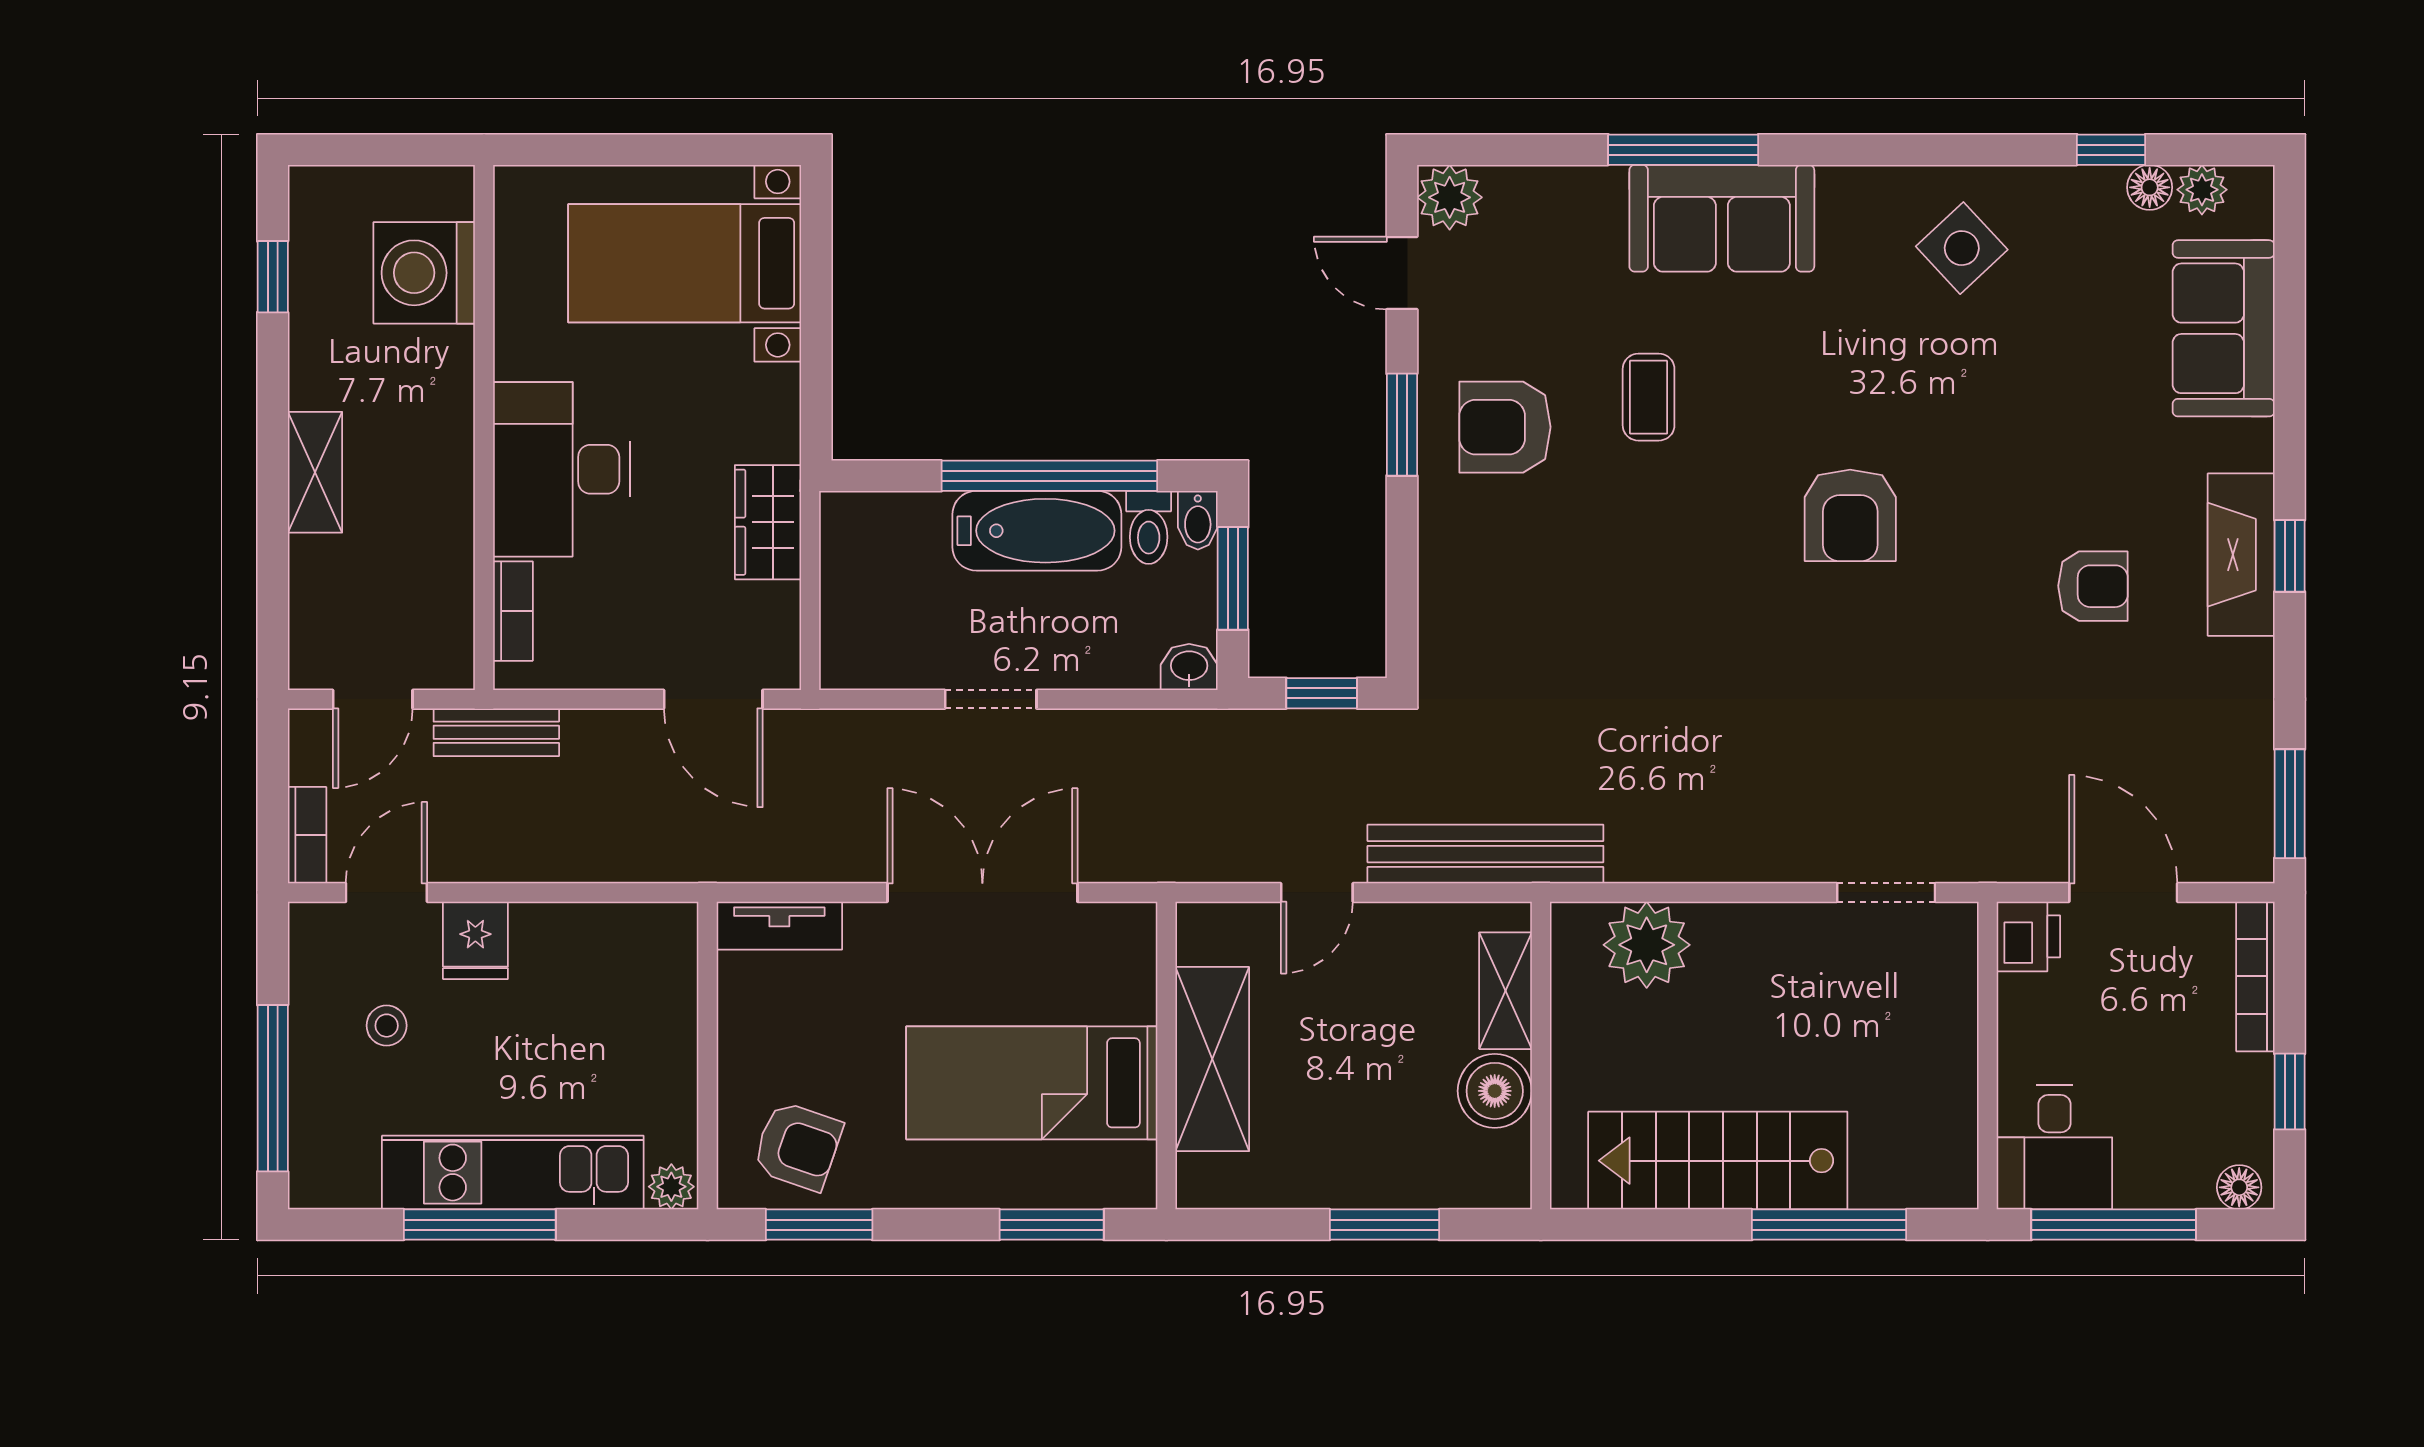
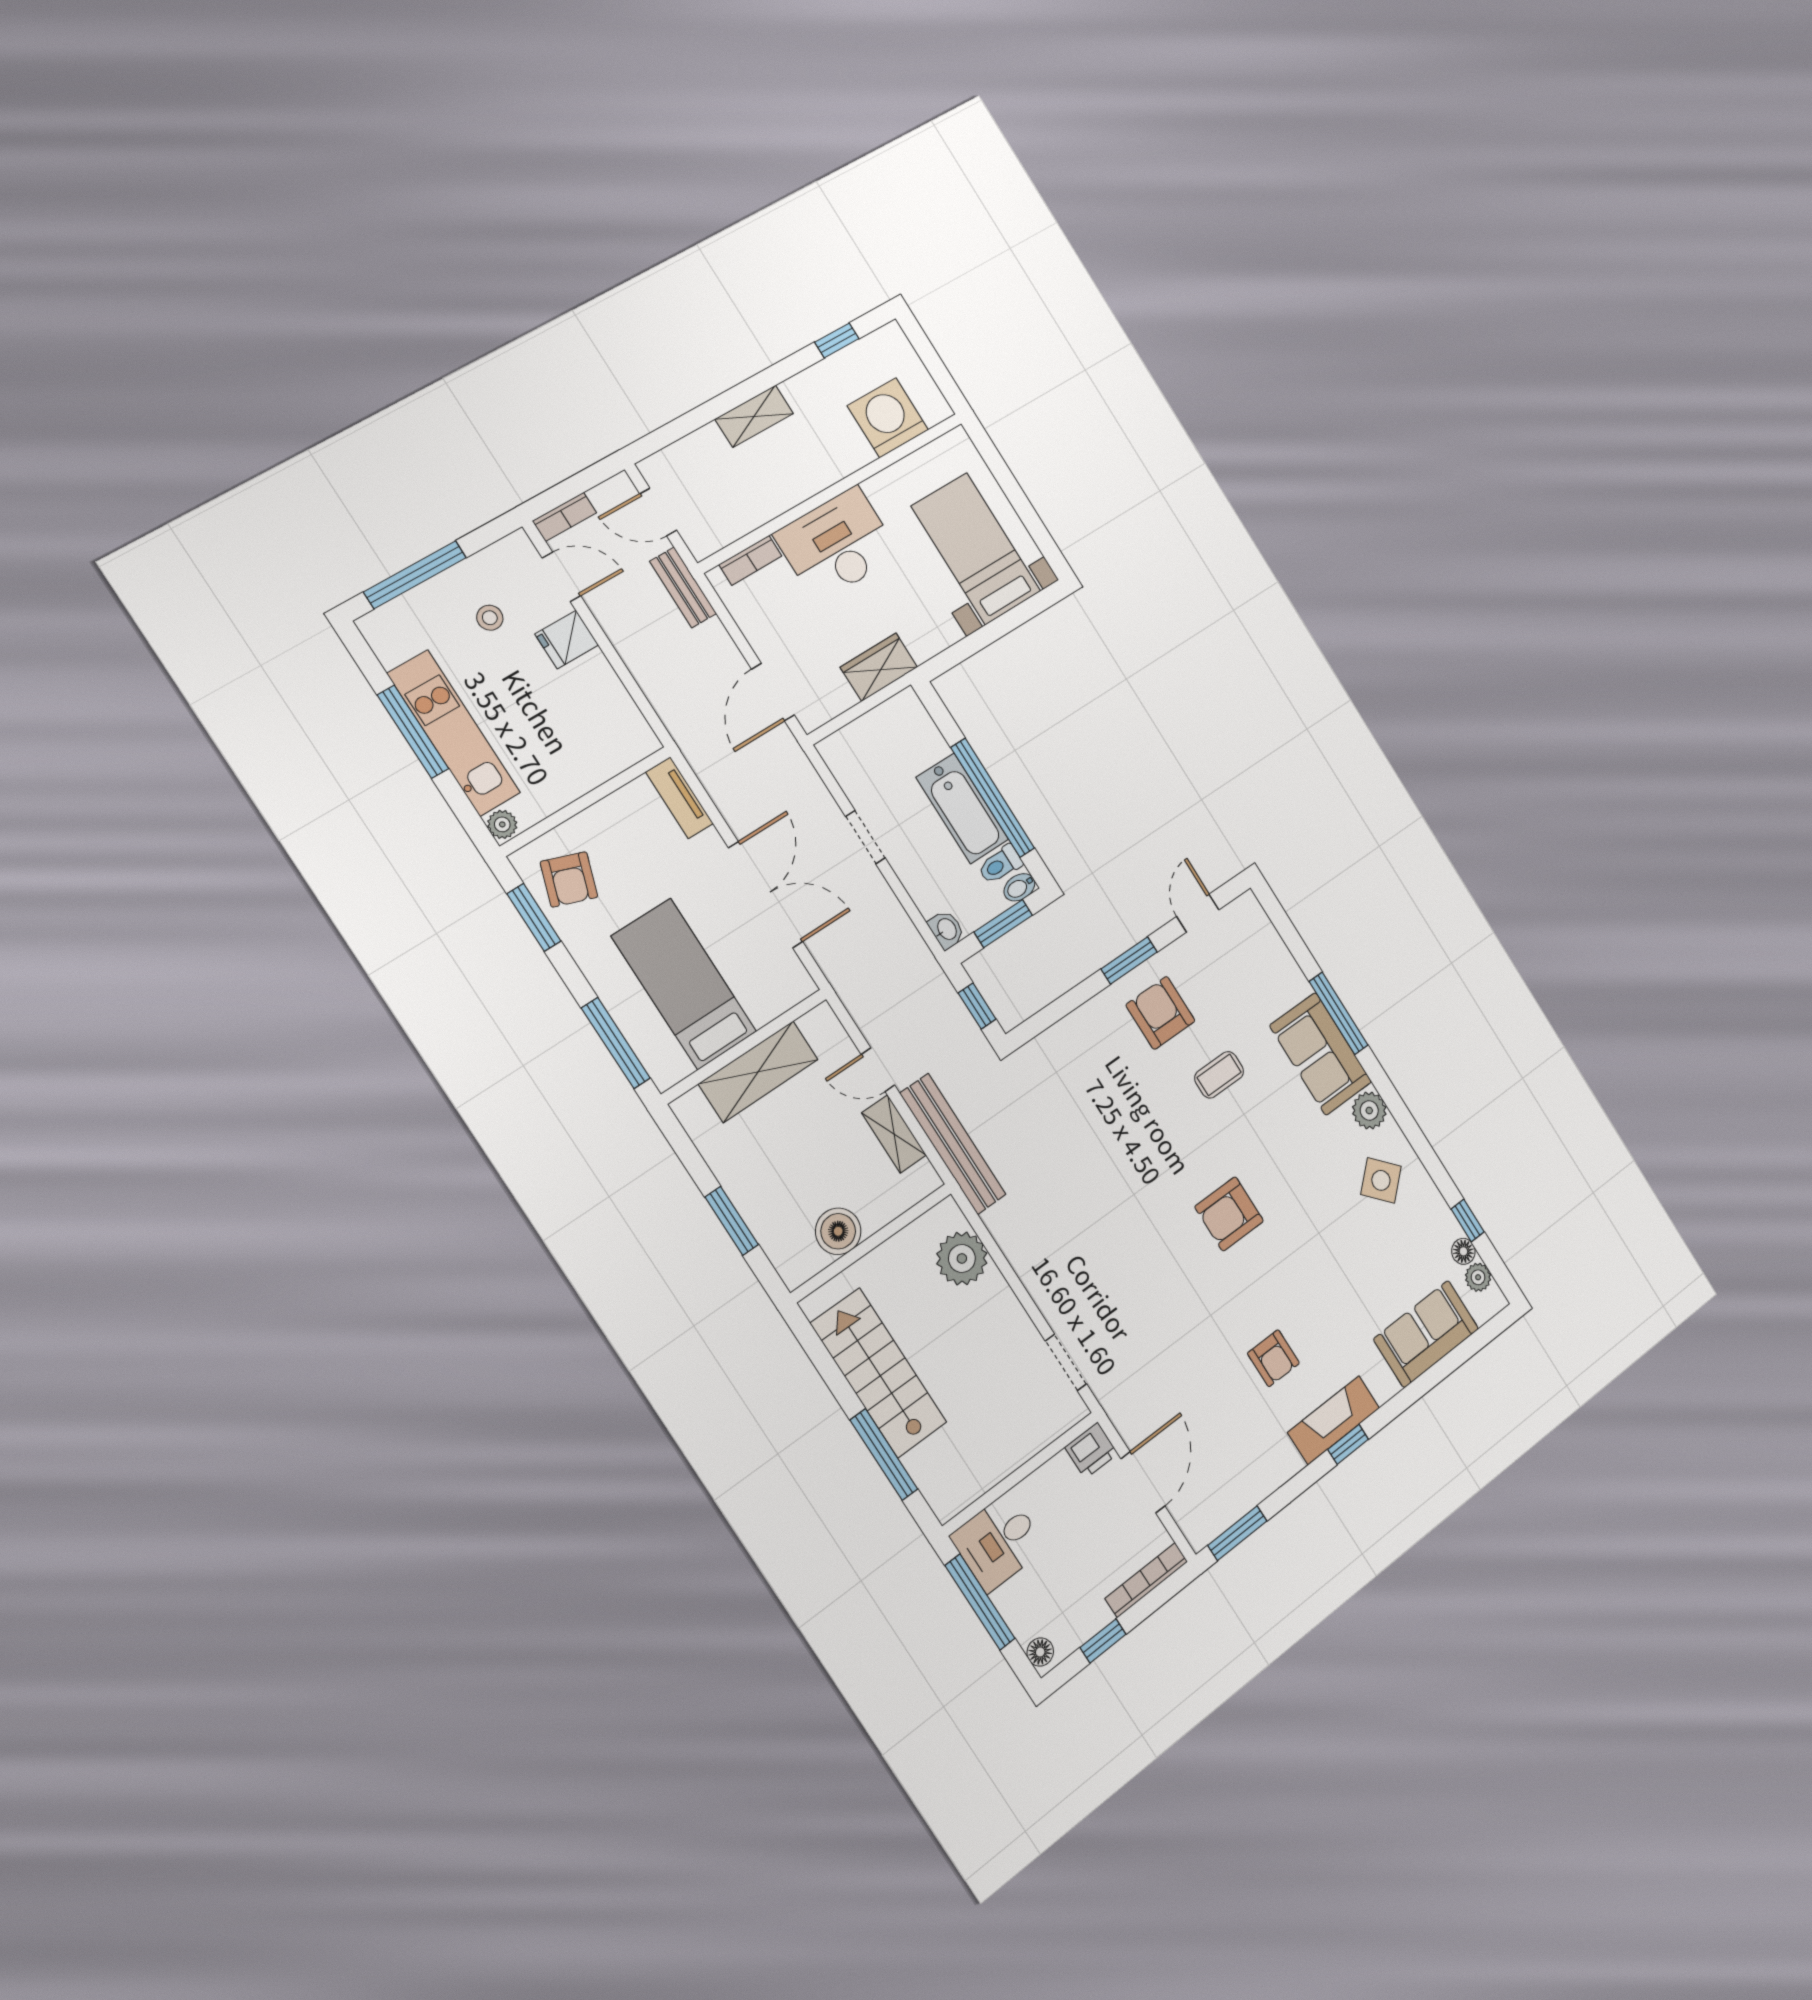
plant: (1450, 197) -> (1369, 1110), moved
shelving: (1505, 991) -> (894, 1134), moved, turned 90
window: (1052, 1225) -> (616, 1043), width x1.44

